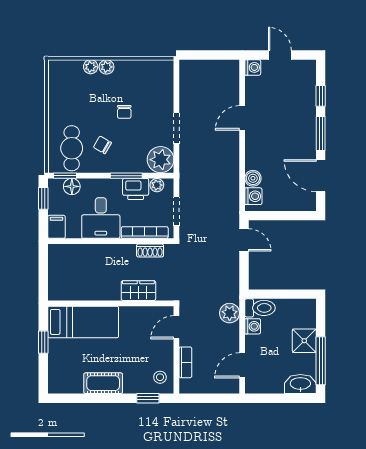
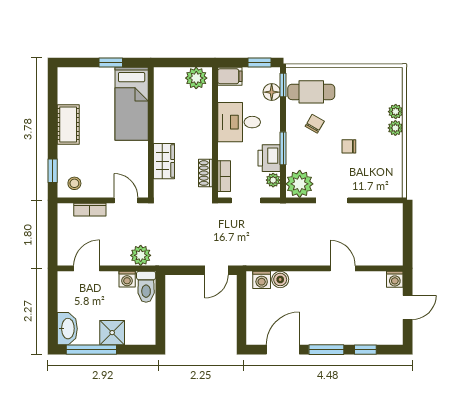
bookcase: (145, 233) -> (224, 176), width x0.64
plant: (58, 259) -> (196, 78), added
door: (242, 365) -> (87, 268), hinge flipped

